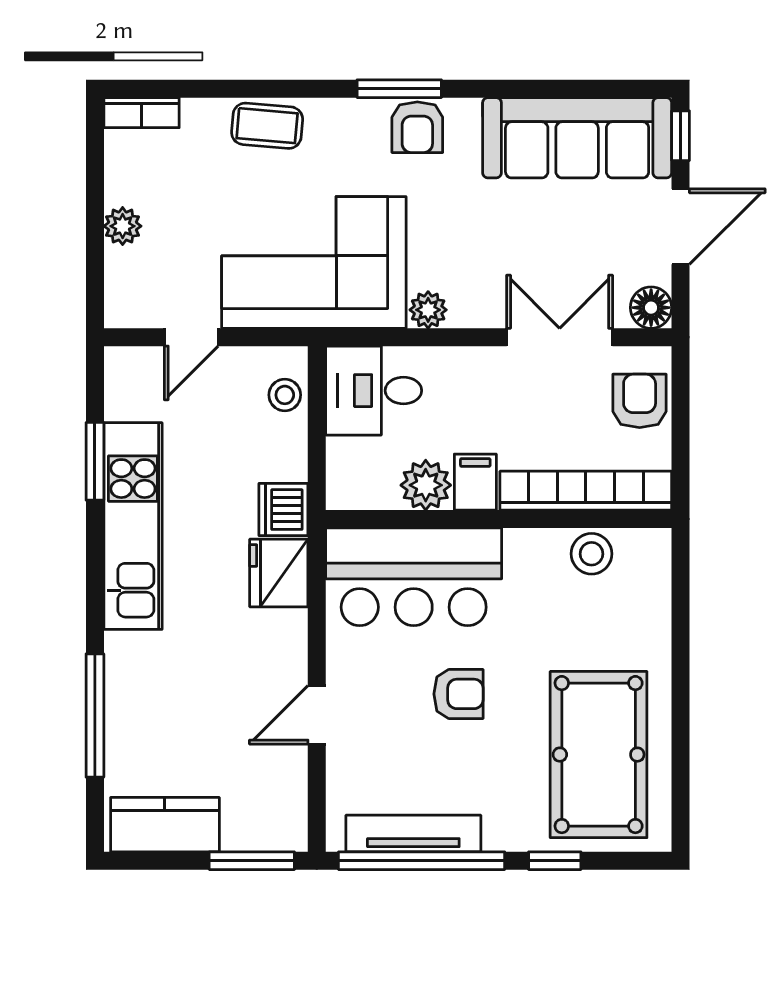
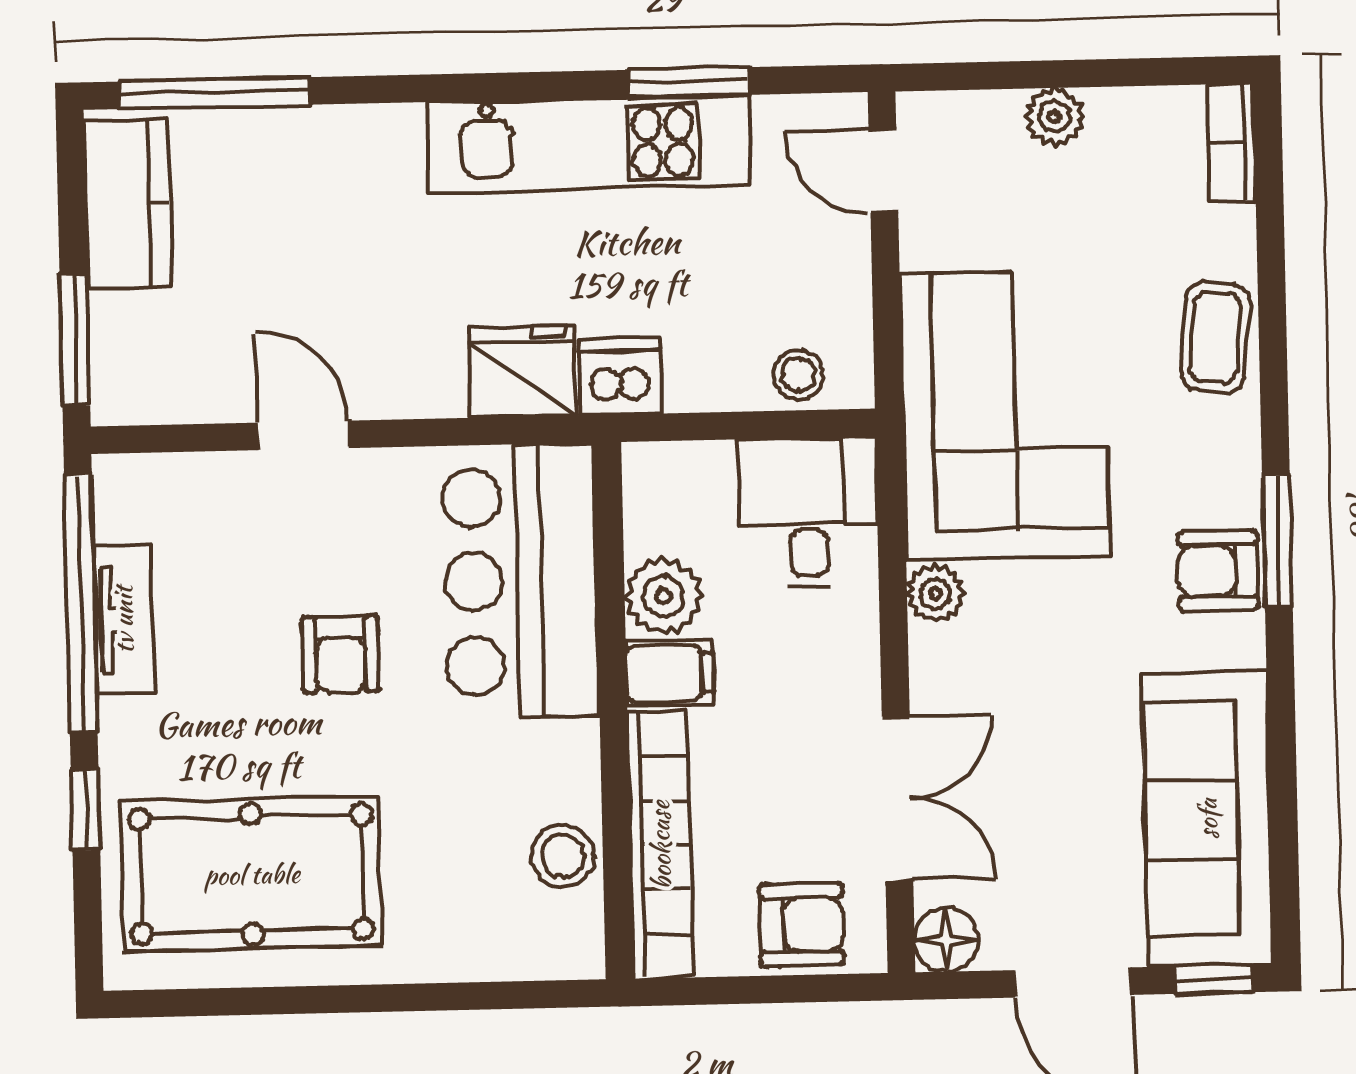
door: (191, 337) -> (883, 171), moved
window: (95, 716) -> (215, 93), moved
tv unit: (413, 833) -> (123, 620), width x0.71

